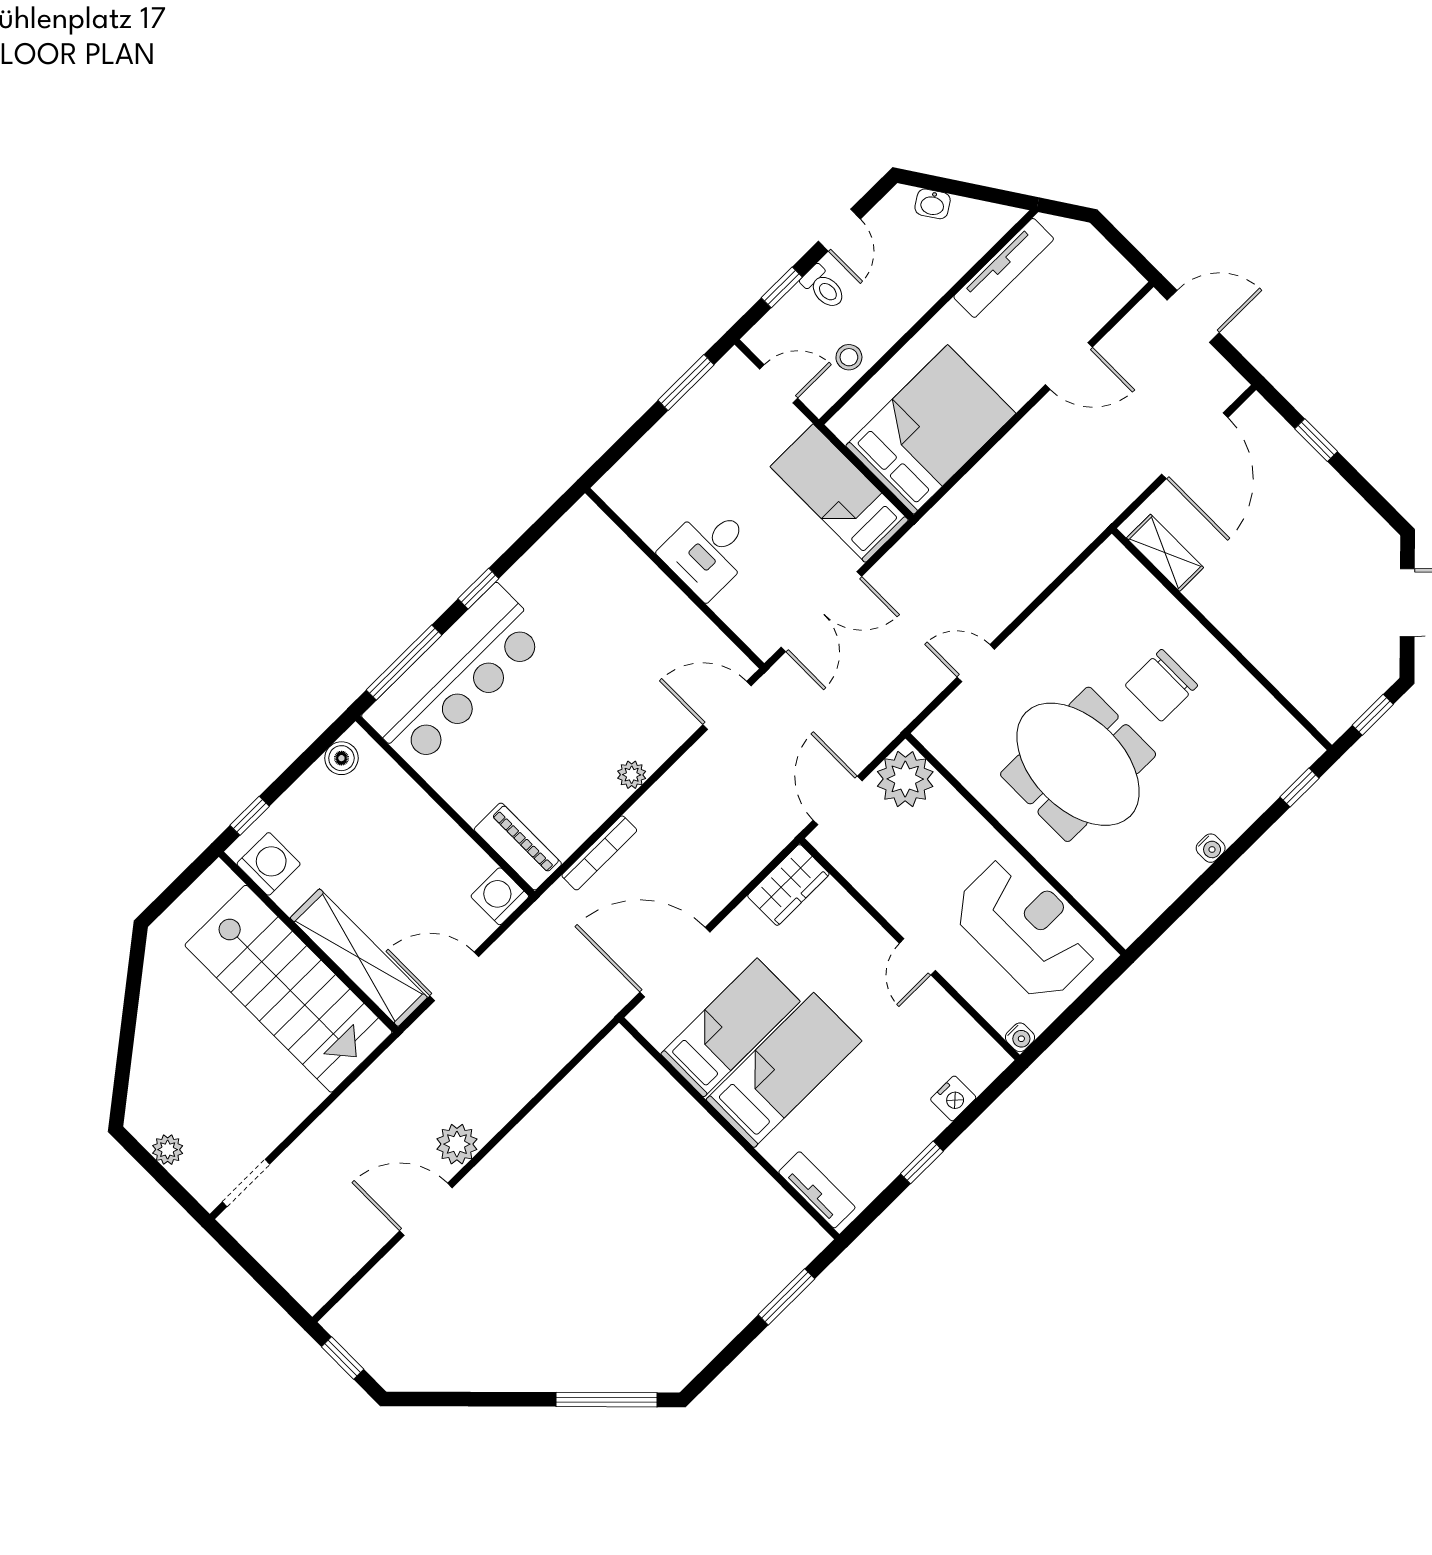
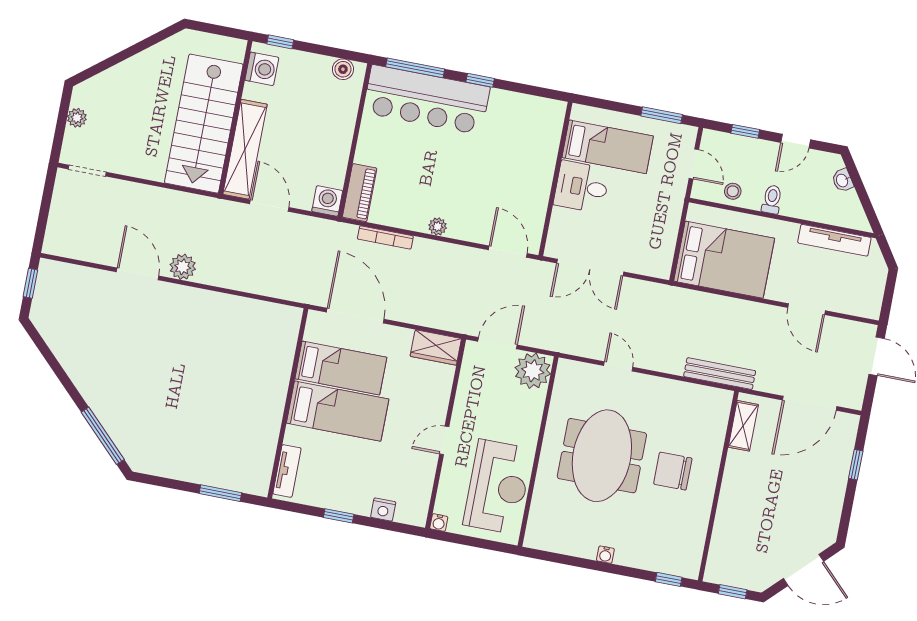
toilet: (824, 287) -> (772, 199), moved, turned 180
bed: (839, 493) -> (608, 147), moved, turned 90
bench: (1076, 537) -> (720, 374), added

